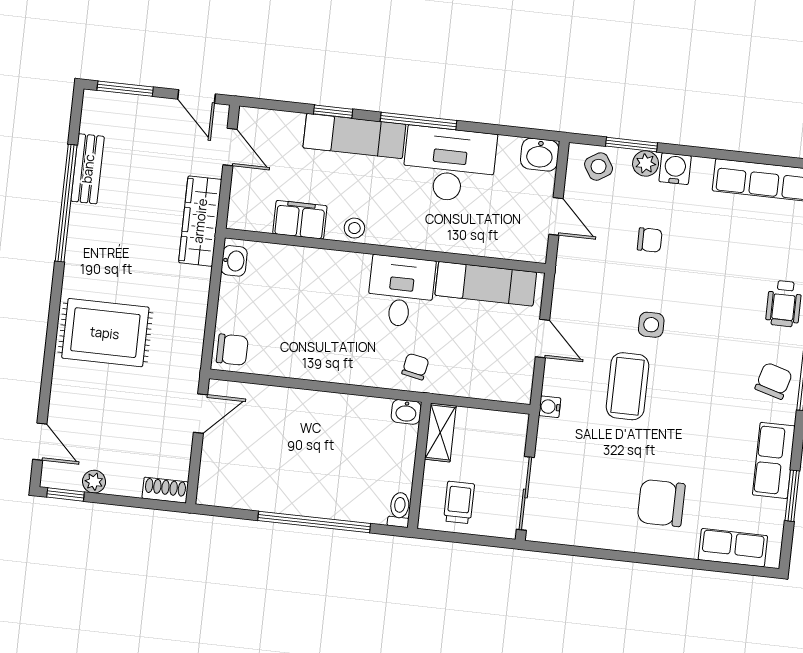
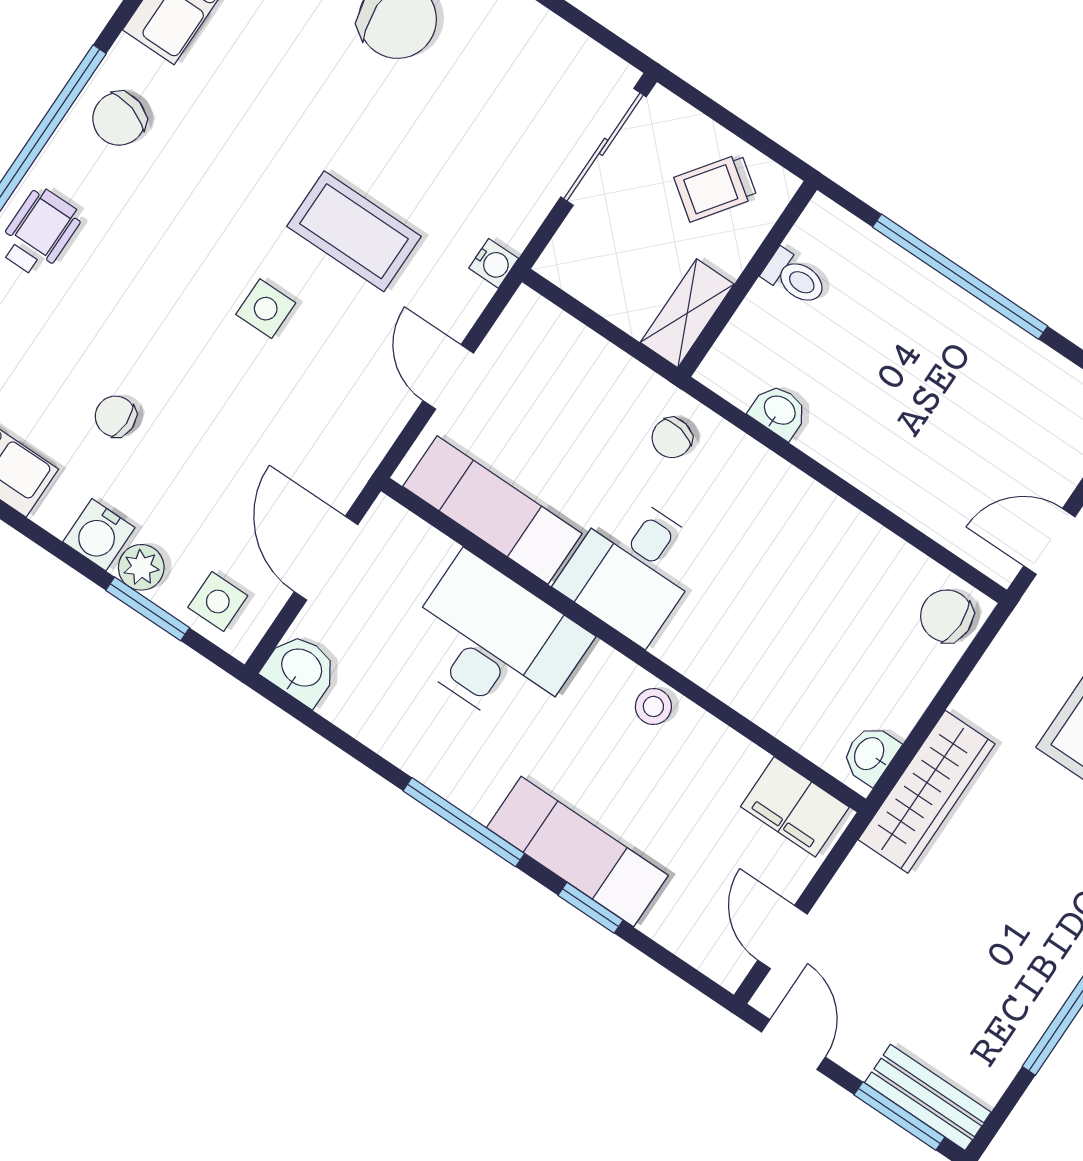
desk: (449, 165) -> (494, 644), moved, turned 180
side table: (599, 167) -> (218, 602), turned 32
bench: (88, 169) -> (928, 1097), moved, turned 90
door: (556, 216) -> (326, 558), width x1.38
filing cabinet: (300, 220) -> (795, 807), moved
wardrobe: (200, 221) -> (927, 792), moved
chair: (650, 240) -> (116, 416), moved
coffee table: (627, 386) -> (354, 231), turned 90
washbasin: (406, 412) -> (779, 411), moved
trolley: (459, 502) -> (716, 188), turned 36
toilet: (399, 510) -> (795, 278), moved, turned -90

